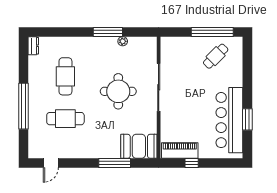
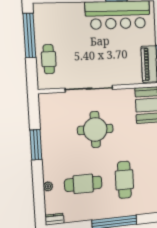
plant: (123, 41) -> (48, 186), moved
cafe table: (216, 56) -> (49, 59), moved, turned 45

